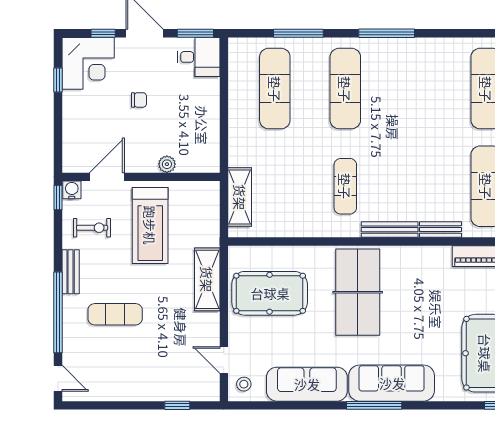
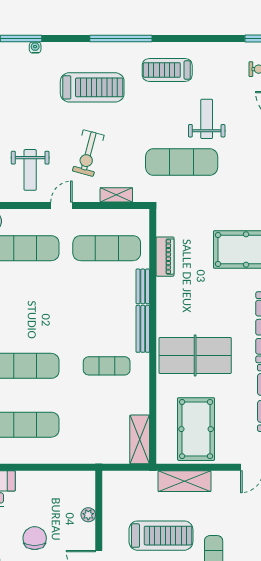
chair: (139, 100) -> (35, 538), width x1.87, depth x1.87
shelving: (240, 197) -> (140, 439), moved, turned 90
treadmill: (150, 225) -> (161, 536), moved

